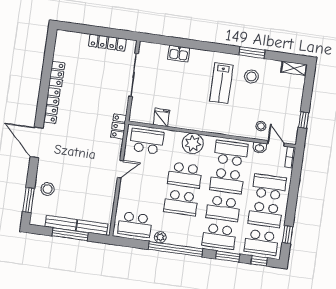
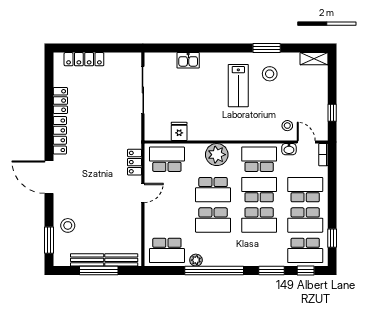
locker: (107, 43) -> (84, 59), moved
locker: (119, 126) -> (134, 162), moved
school desk: (227, 181) -> (259, 190), turned 180
school desk: (219, 236) -> (259, 250), removed

